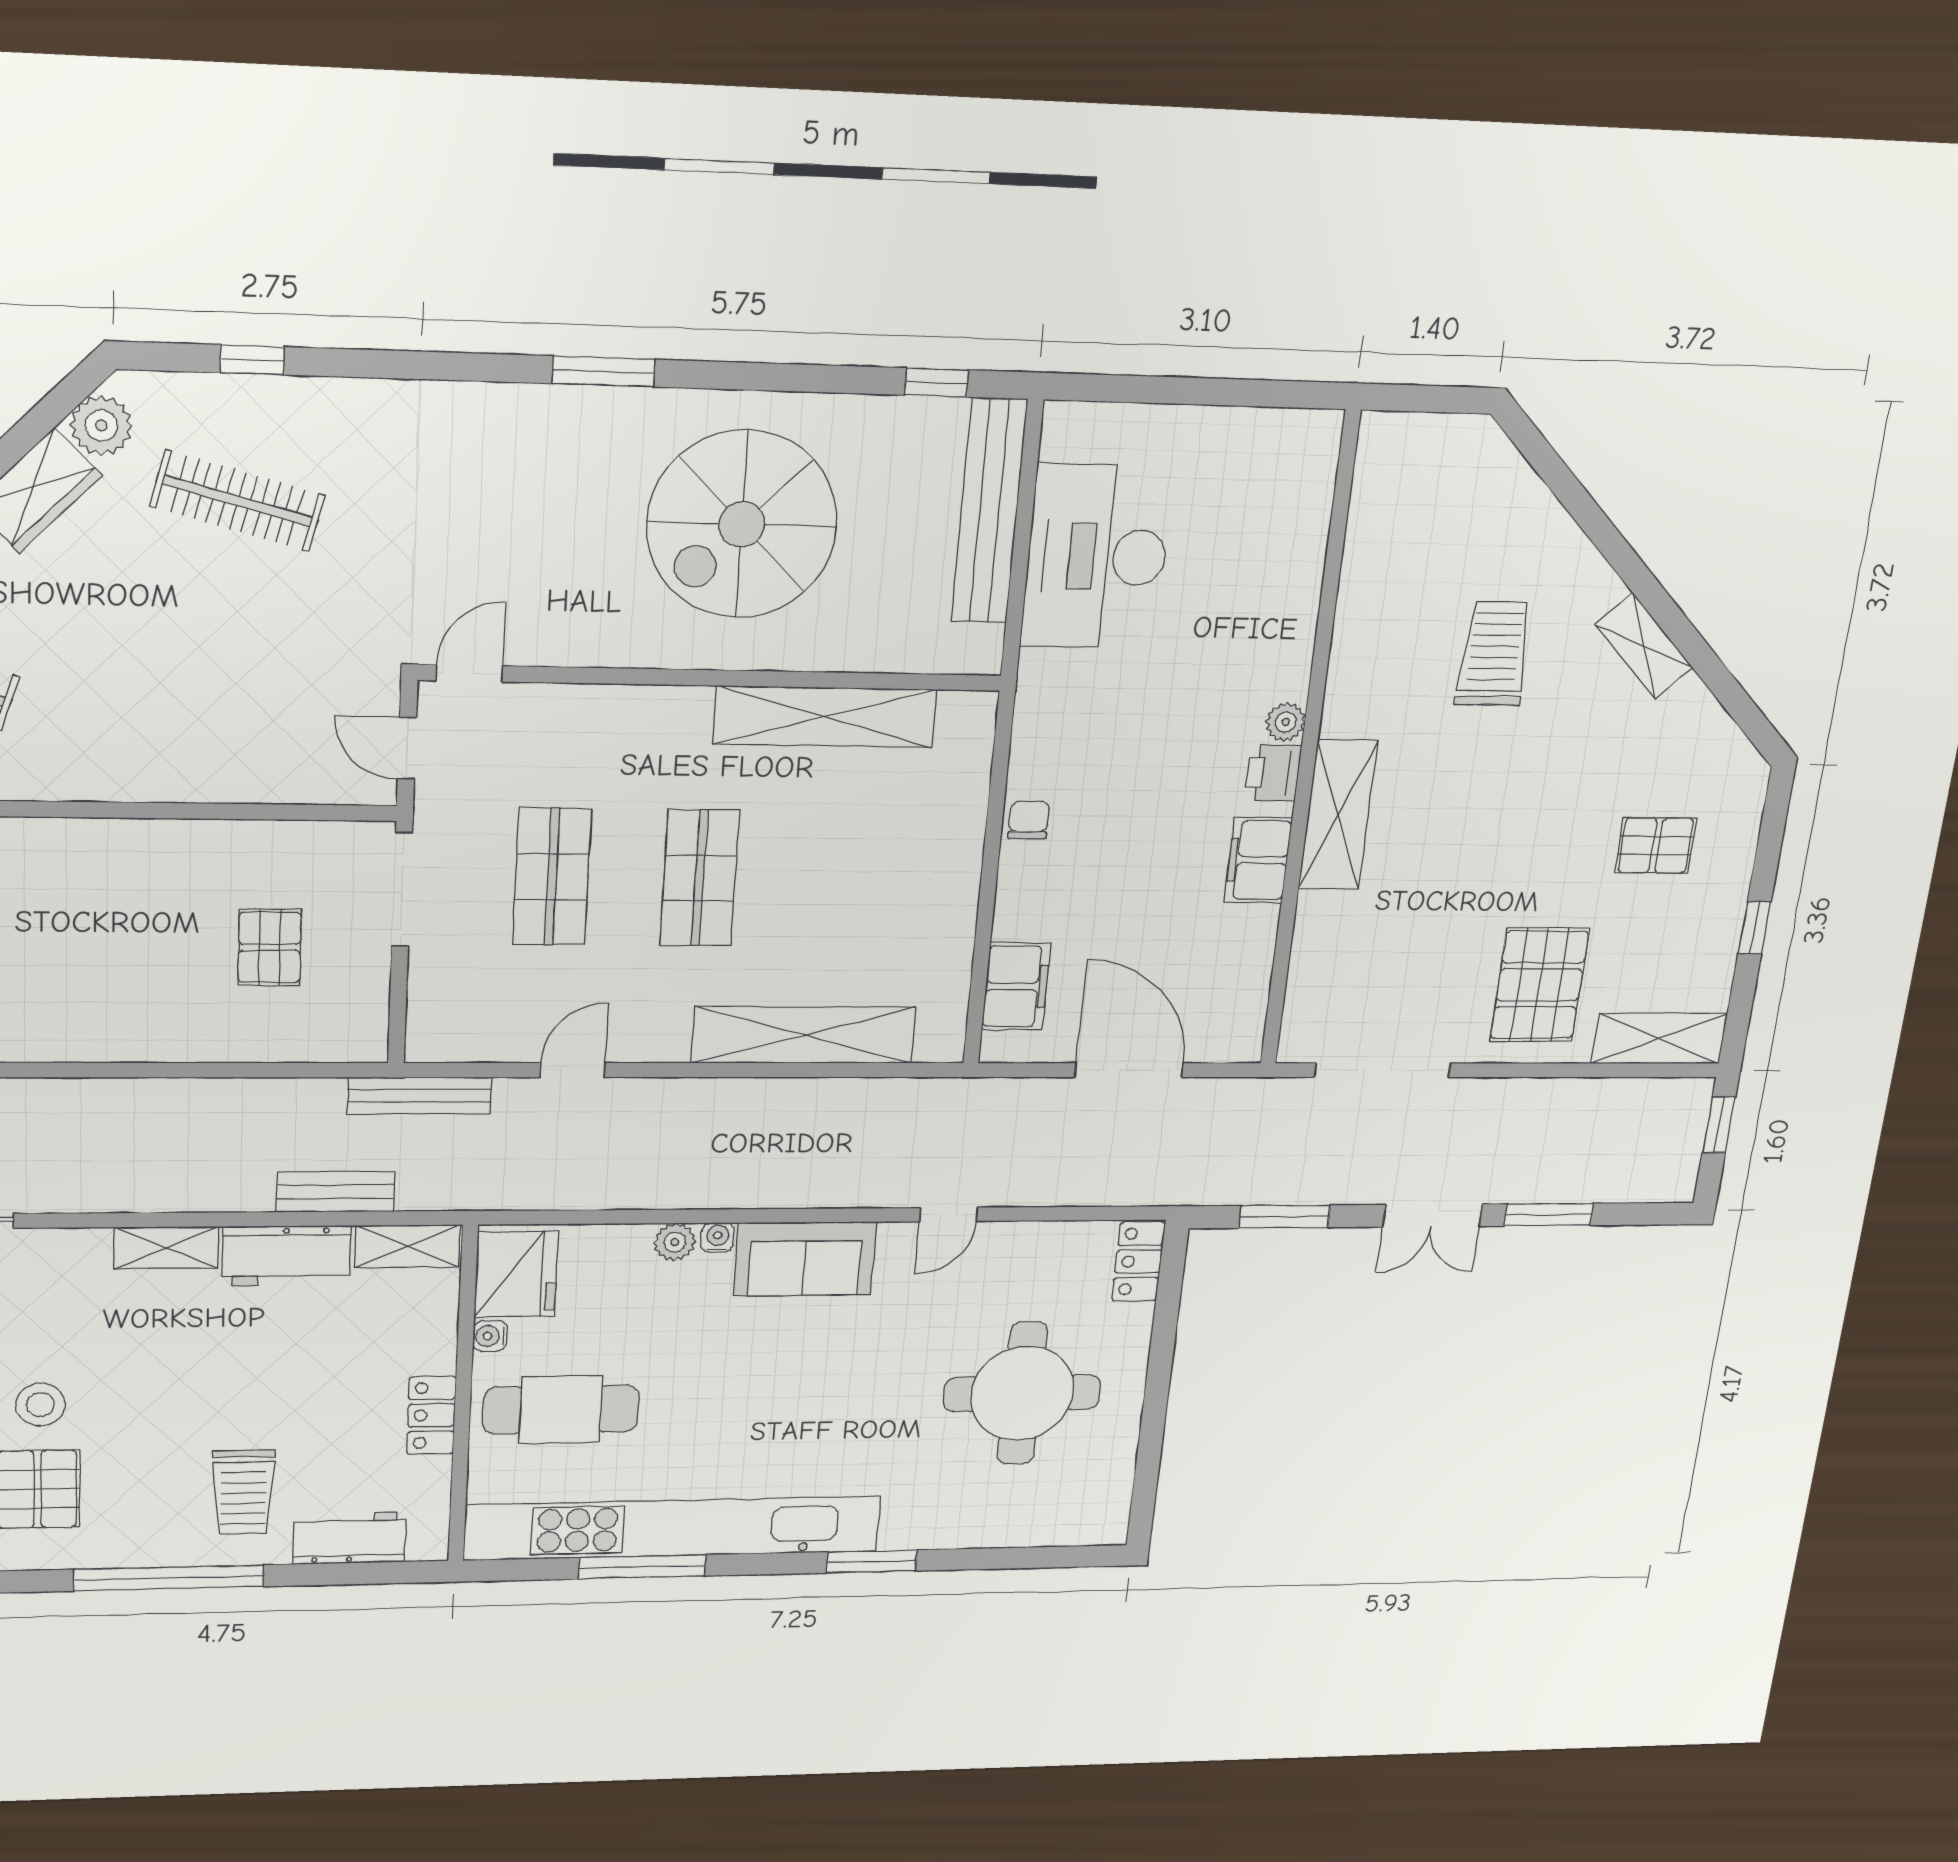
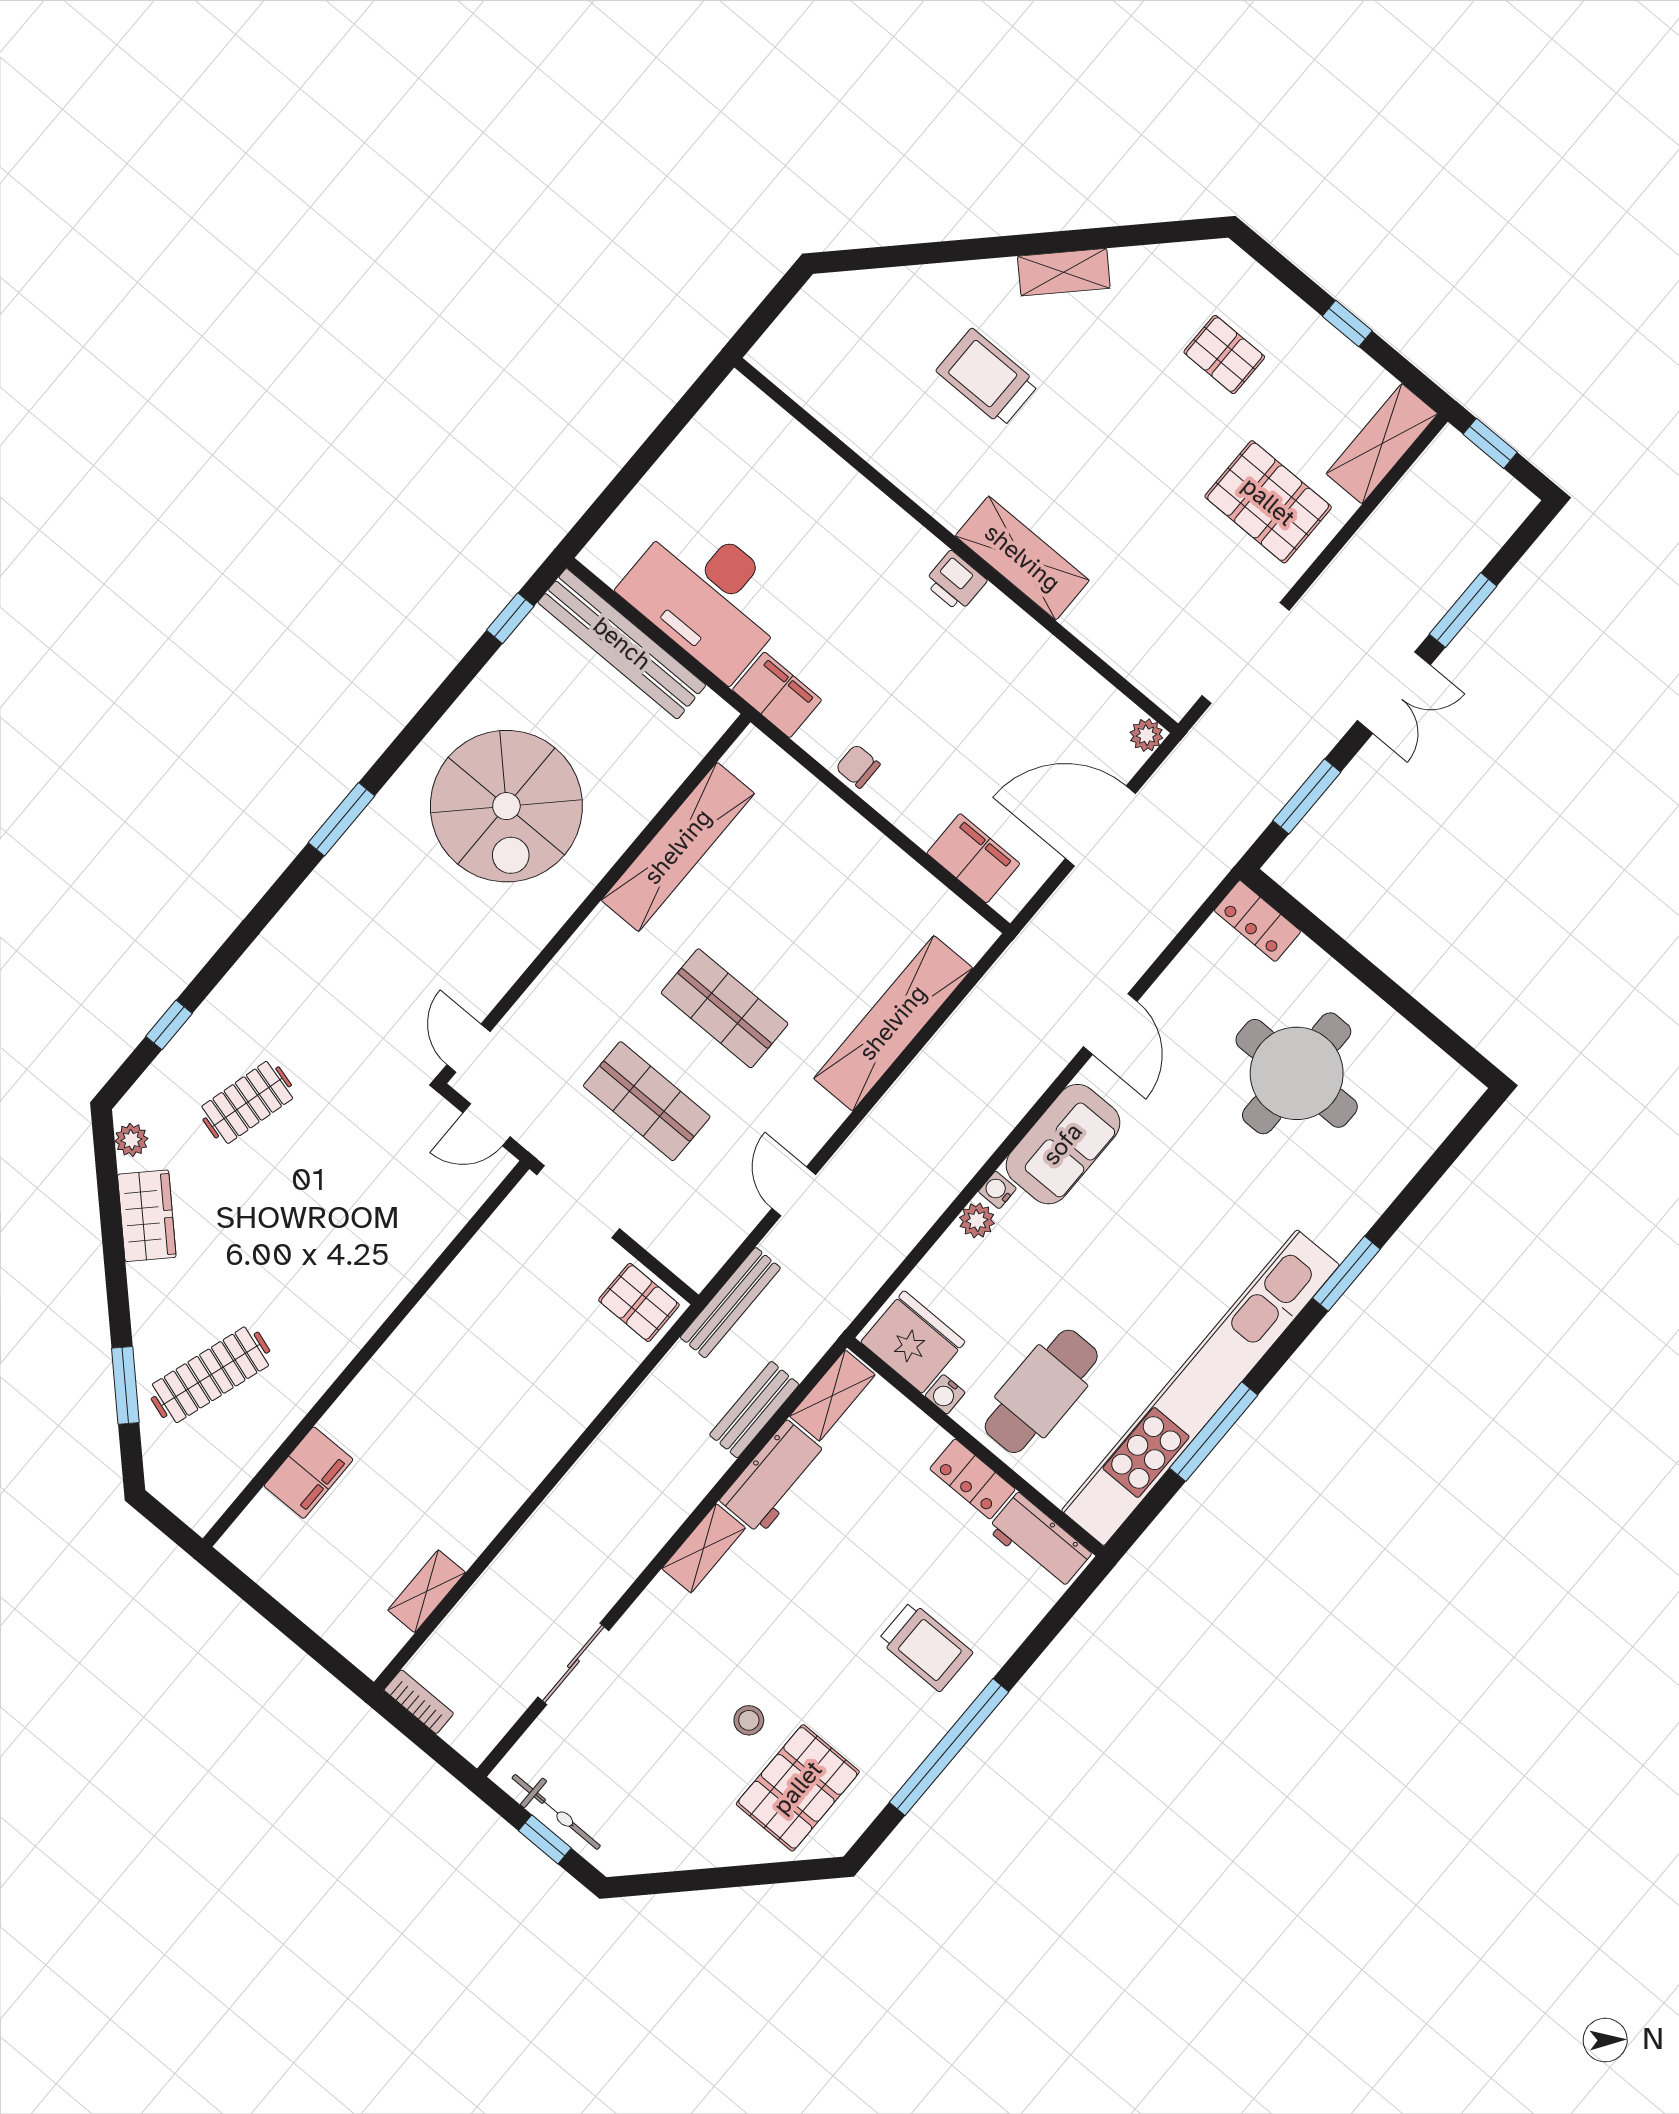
plant: (101, 426) -> (131, 1140), width x0.73, depth x0.73
clothes rail: (238, 501) -> (247, 1102), width x0.73
plant: (1286, 722) -> (1146, 735), moved
pallet: (1656, 846) -> (1224, 355), turned 90
filing cabinet: (1258, 860) -> (777, 695), moved, turned 180
pallet: (270, 947) -> (639, 1302), moved
door: (949, 1214) -> (1110, 1024), width x1.38
stool: (40, 1405) -> (749, 1720), width x0.73, depth x0.73
workbench: (349, 1538) -> (1039, 1541), moved, turned -90

